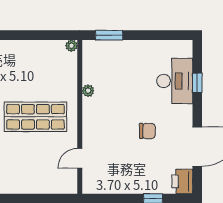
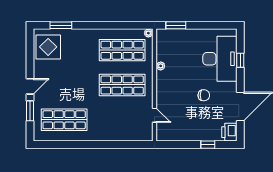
shop shelf: (35, 69) -> (122, 50), added
desk: (175, 81) -> (220, 59), width x1.36, depth x1.30
door: (80, 158) -> (154, 115), swing flipped

